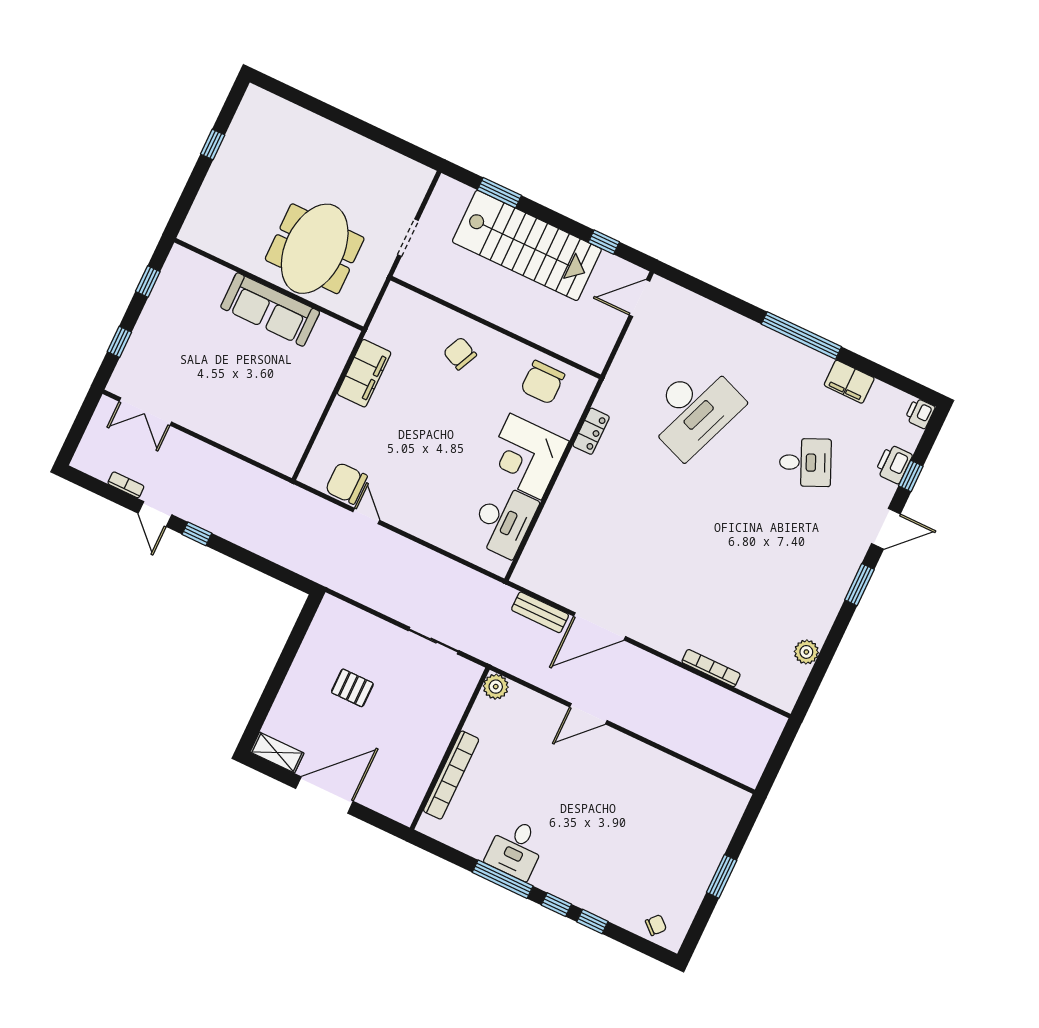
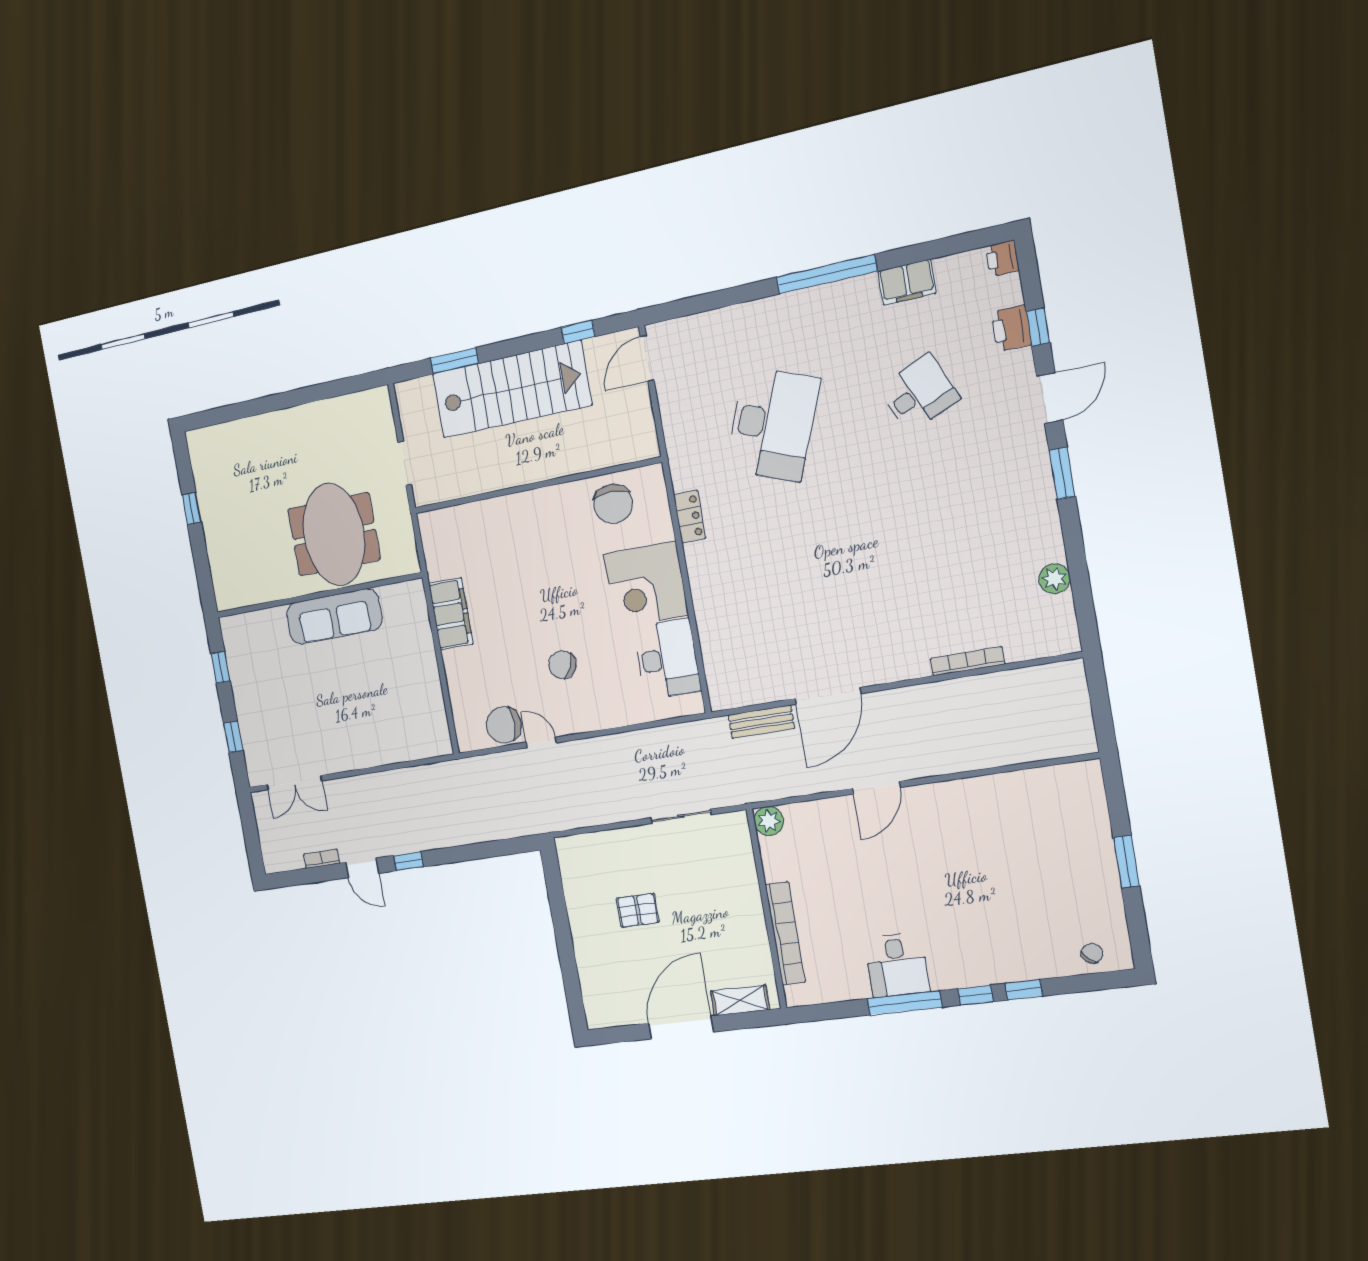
chair: (460, 353) -> (562, 665), moved
shelving: (277, 753) -> (740, 1000), moved

